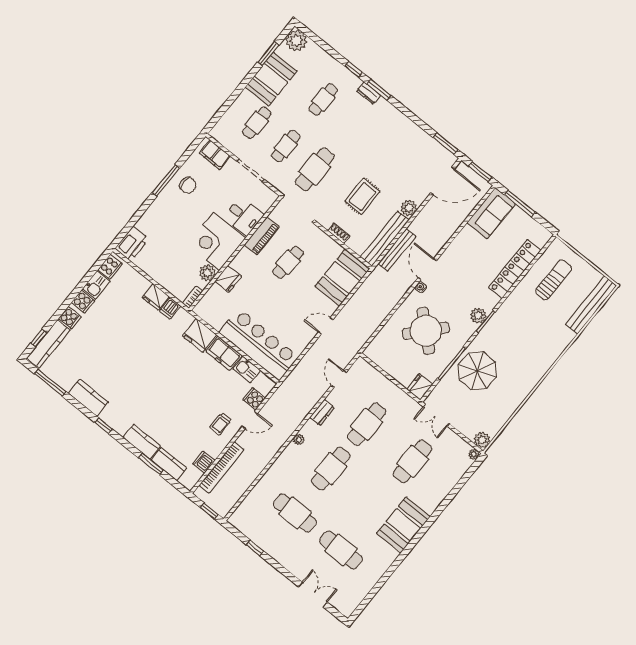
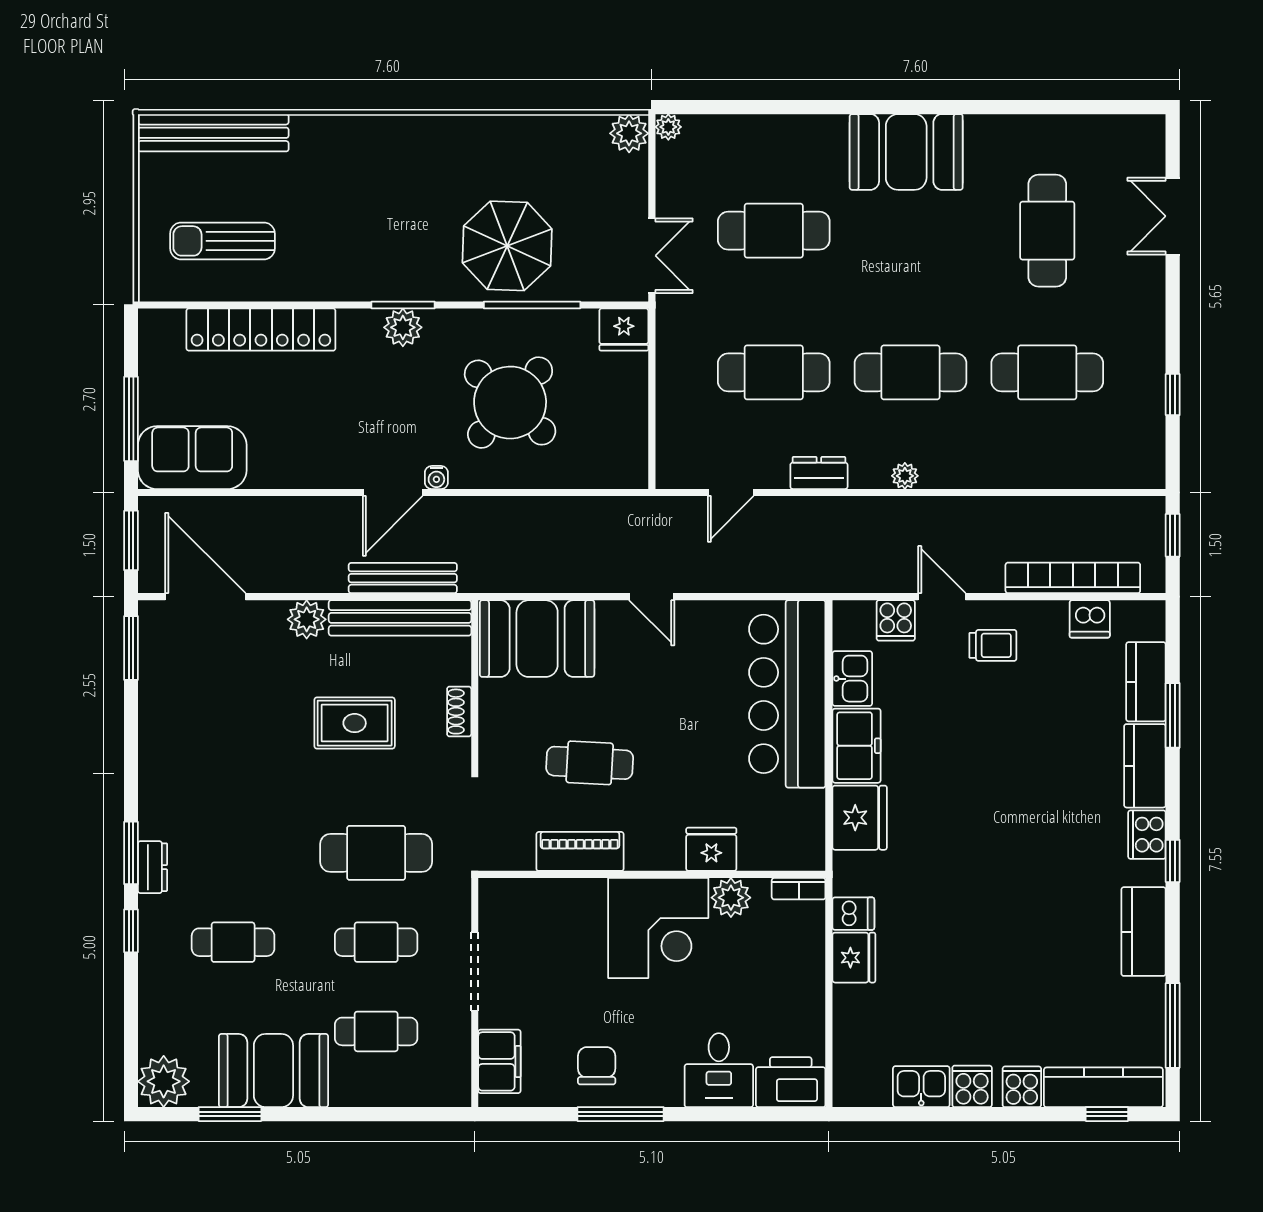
desk: (244, 216) -> (719, 1070), moved, turned 180
cooker: (110, 267) -> (1147, 835), moved, turned -90
cafe table: (295, 513) -> (1047, 372), turned 90

